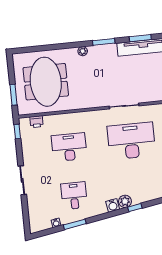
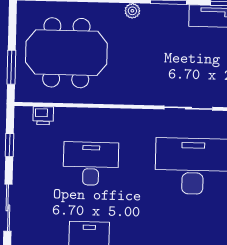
meeting table: (46, 82) -> (66, 53), turned 90
window: (17, 132) -> (9, 145), moved

